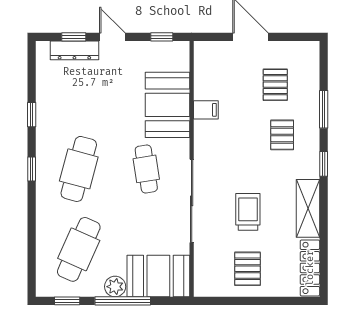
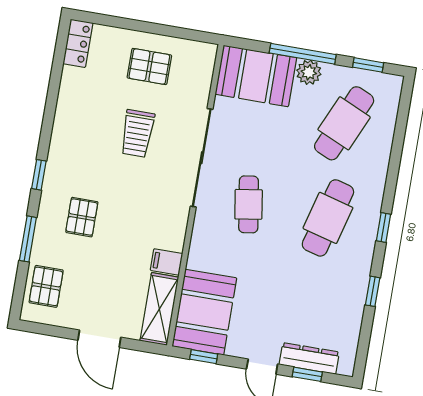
pallet: (275, 85) -> (46, 286), moved
booth: (168, 105) -> (204, 312), moved
shelving: (308, 208) -> (159, 309), moved
locker: (310, 268) -> (78, 43), width x0.66
pallet: (248, 269) -> (149, 66), turned 90

